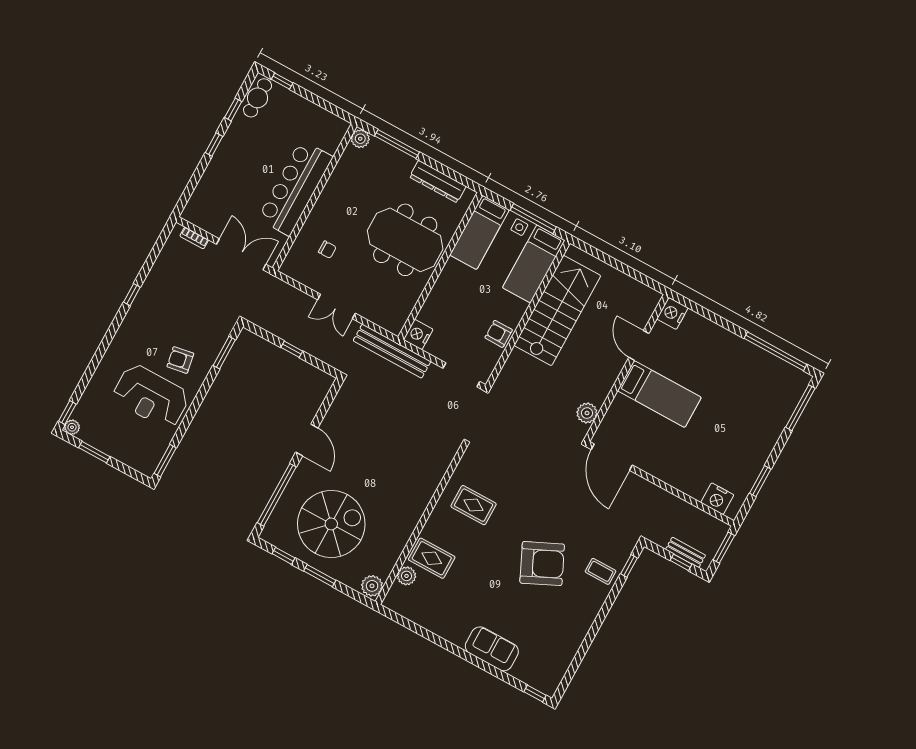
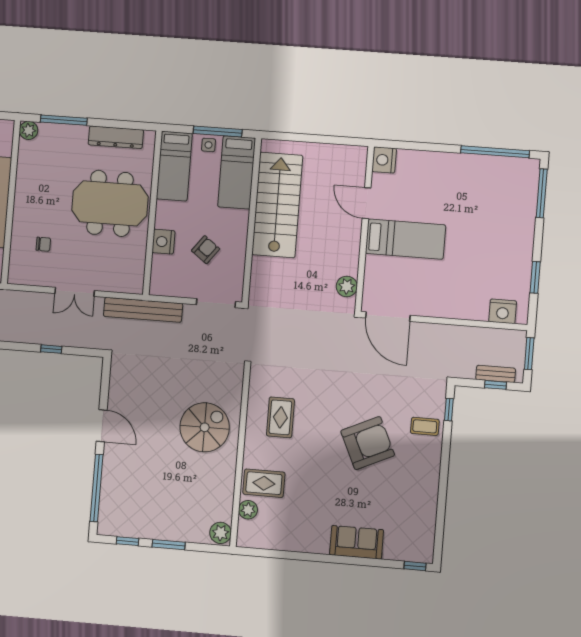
nightstand: (418, 334) -> (163, 242), moved
armchair: (499, 334) -> (206, 250), moved, turned 127
rug: (474, 505) -> (280, 417), turned 90
spiral stairs: (331, 524) -> (205, 427), moved, width x0.73, depth x0.73

